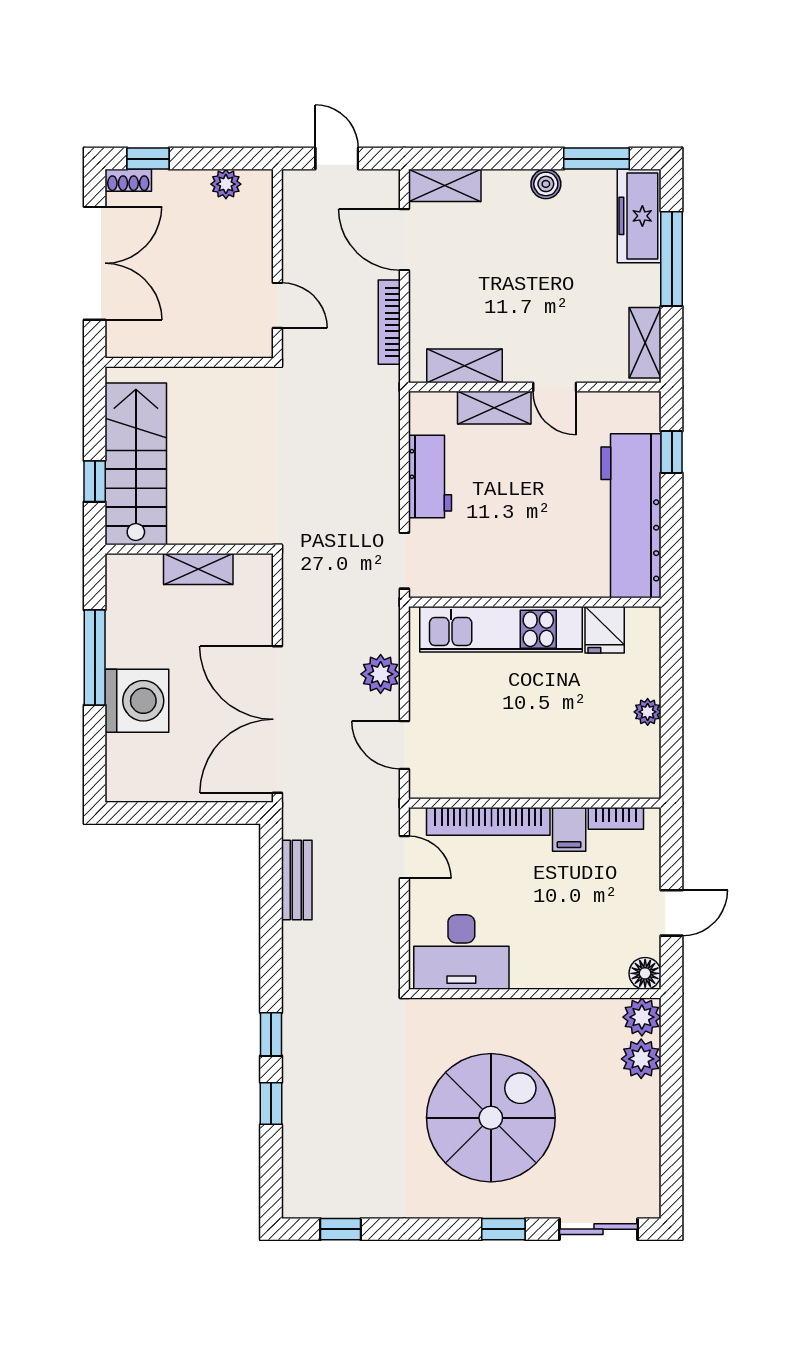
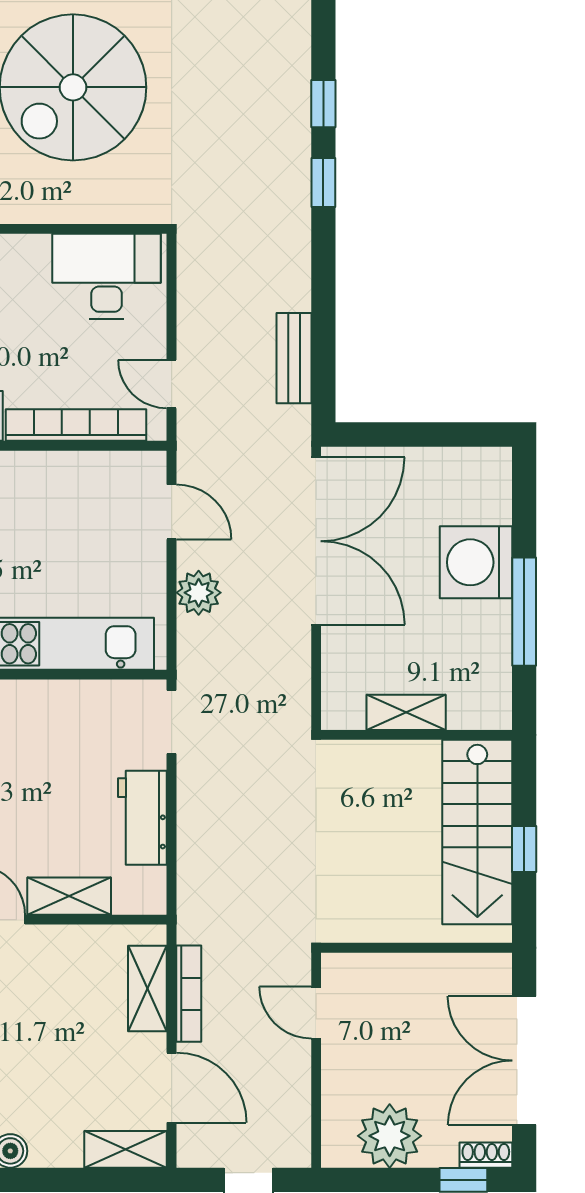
plant: (226, 184) -> (390, 1136), width x1.88, depth x1.88
shelving: (464, 366) -> (147, 988), moved, turned 90
window: (95, 481) -> (524, 849), moved

